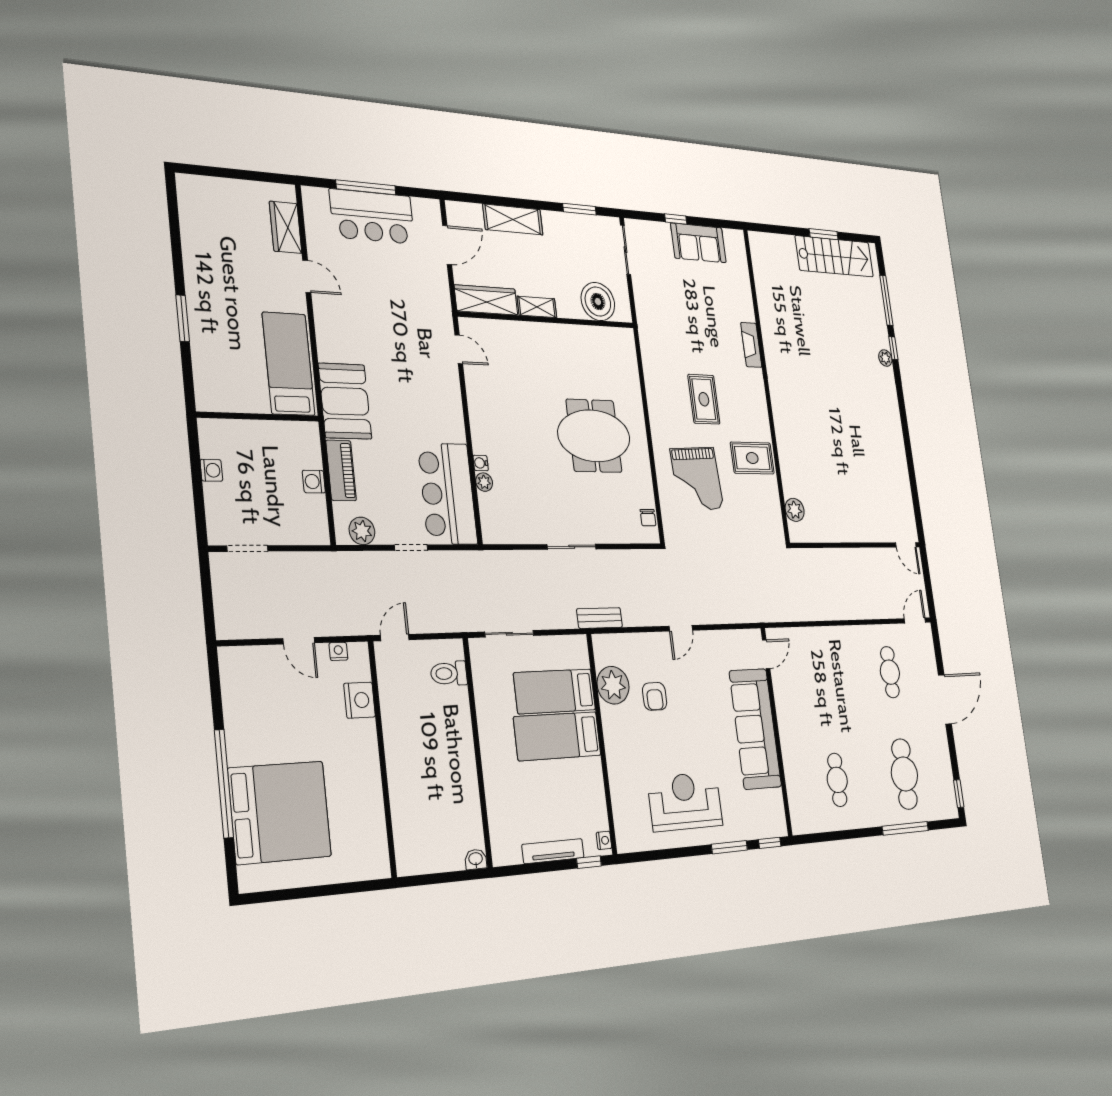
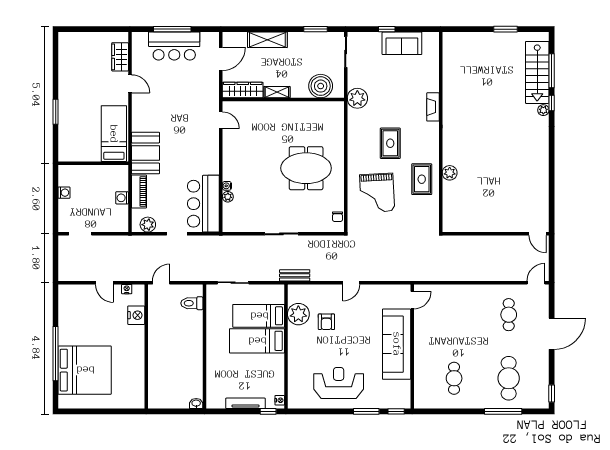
stairs: (834, 256) -> (537, 72), moved, turned 90
plant: (651, 325) -> (357, 98), added
rug: (752, 458) -> (422, 179), turned 90
plant: (795, 510) -> (450, 173), moved

